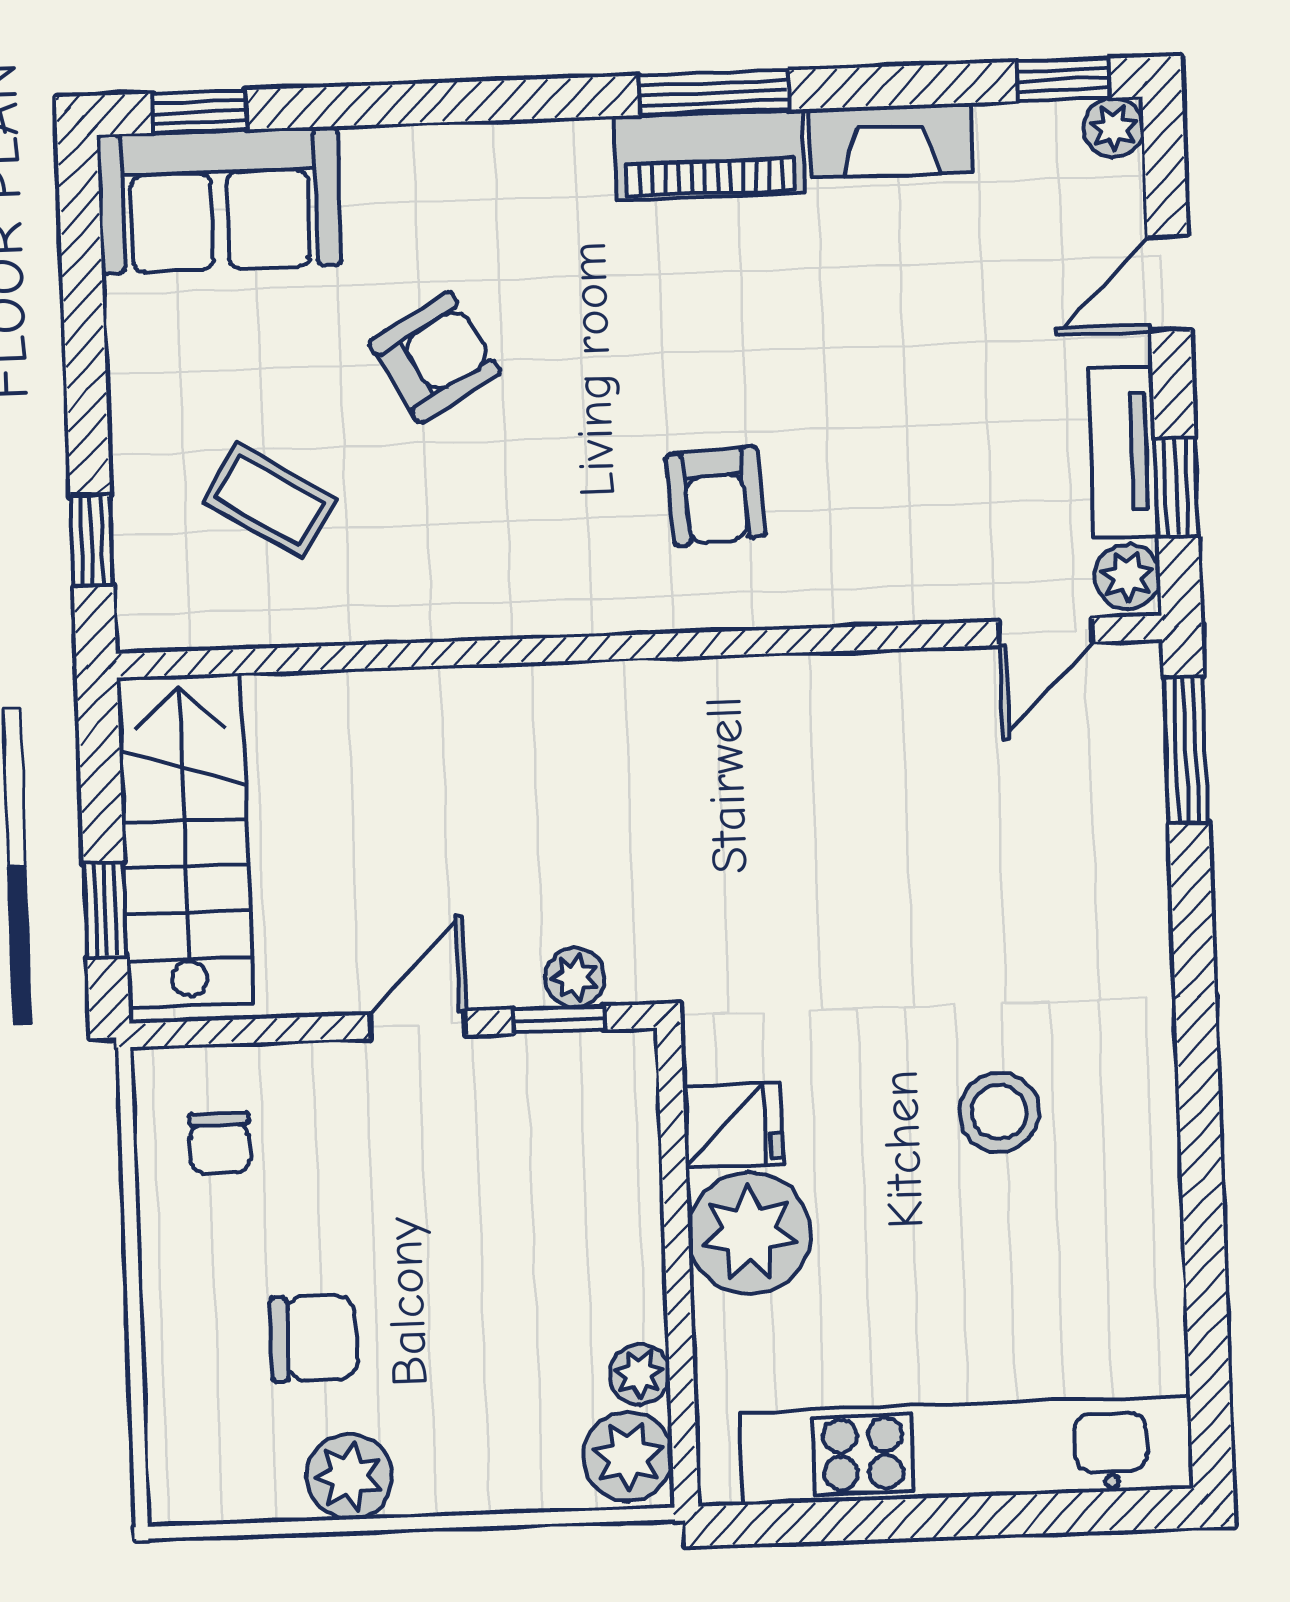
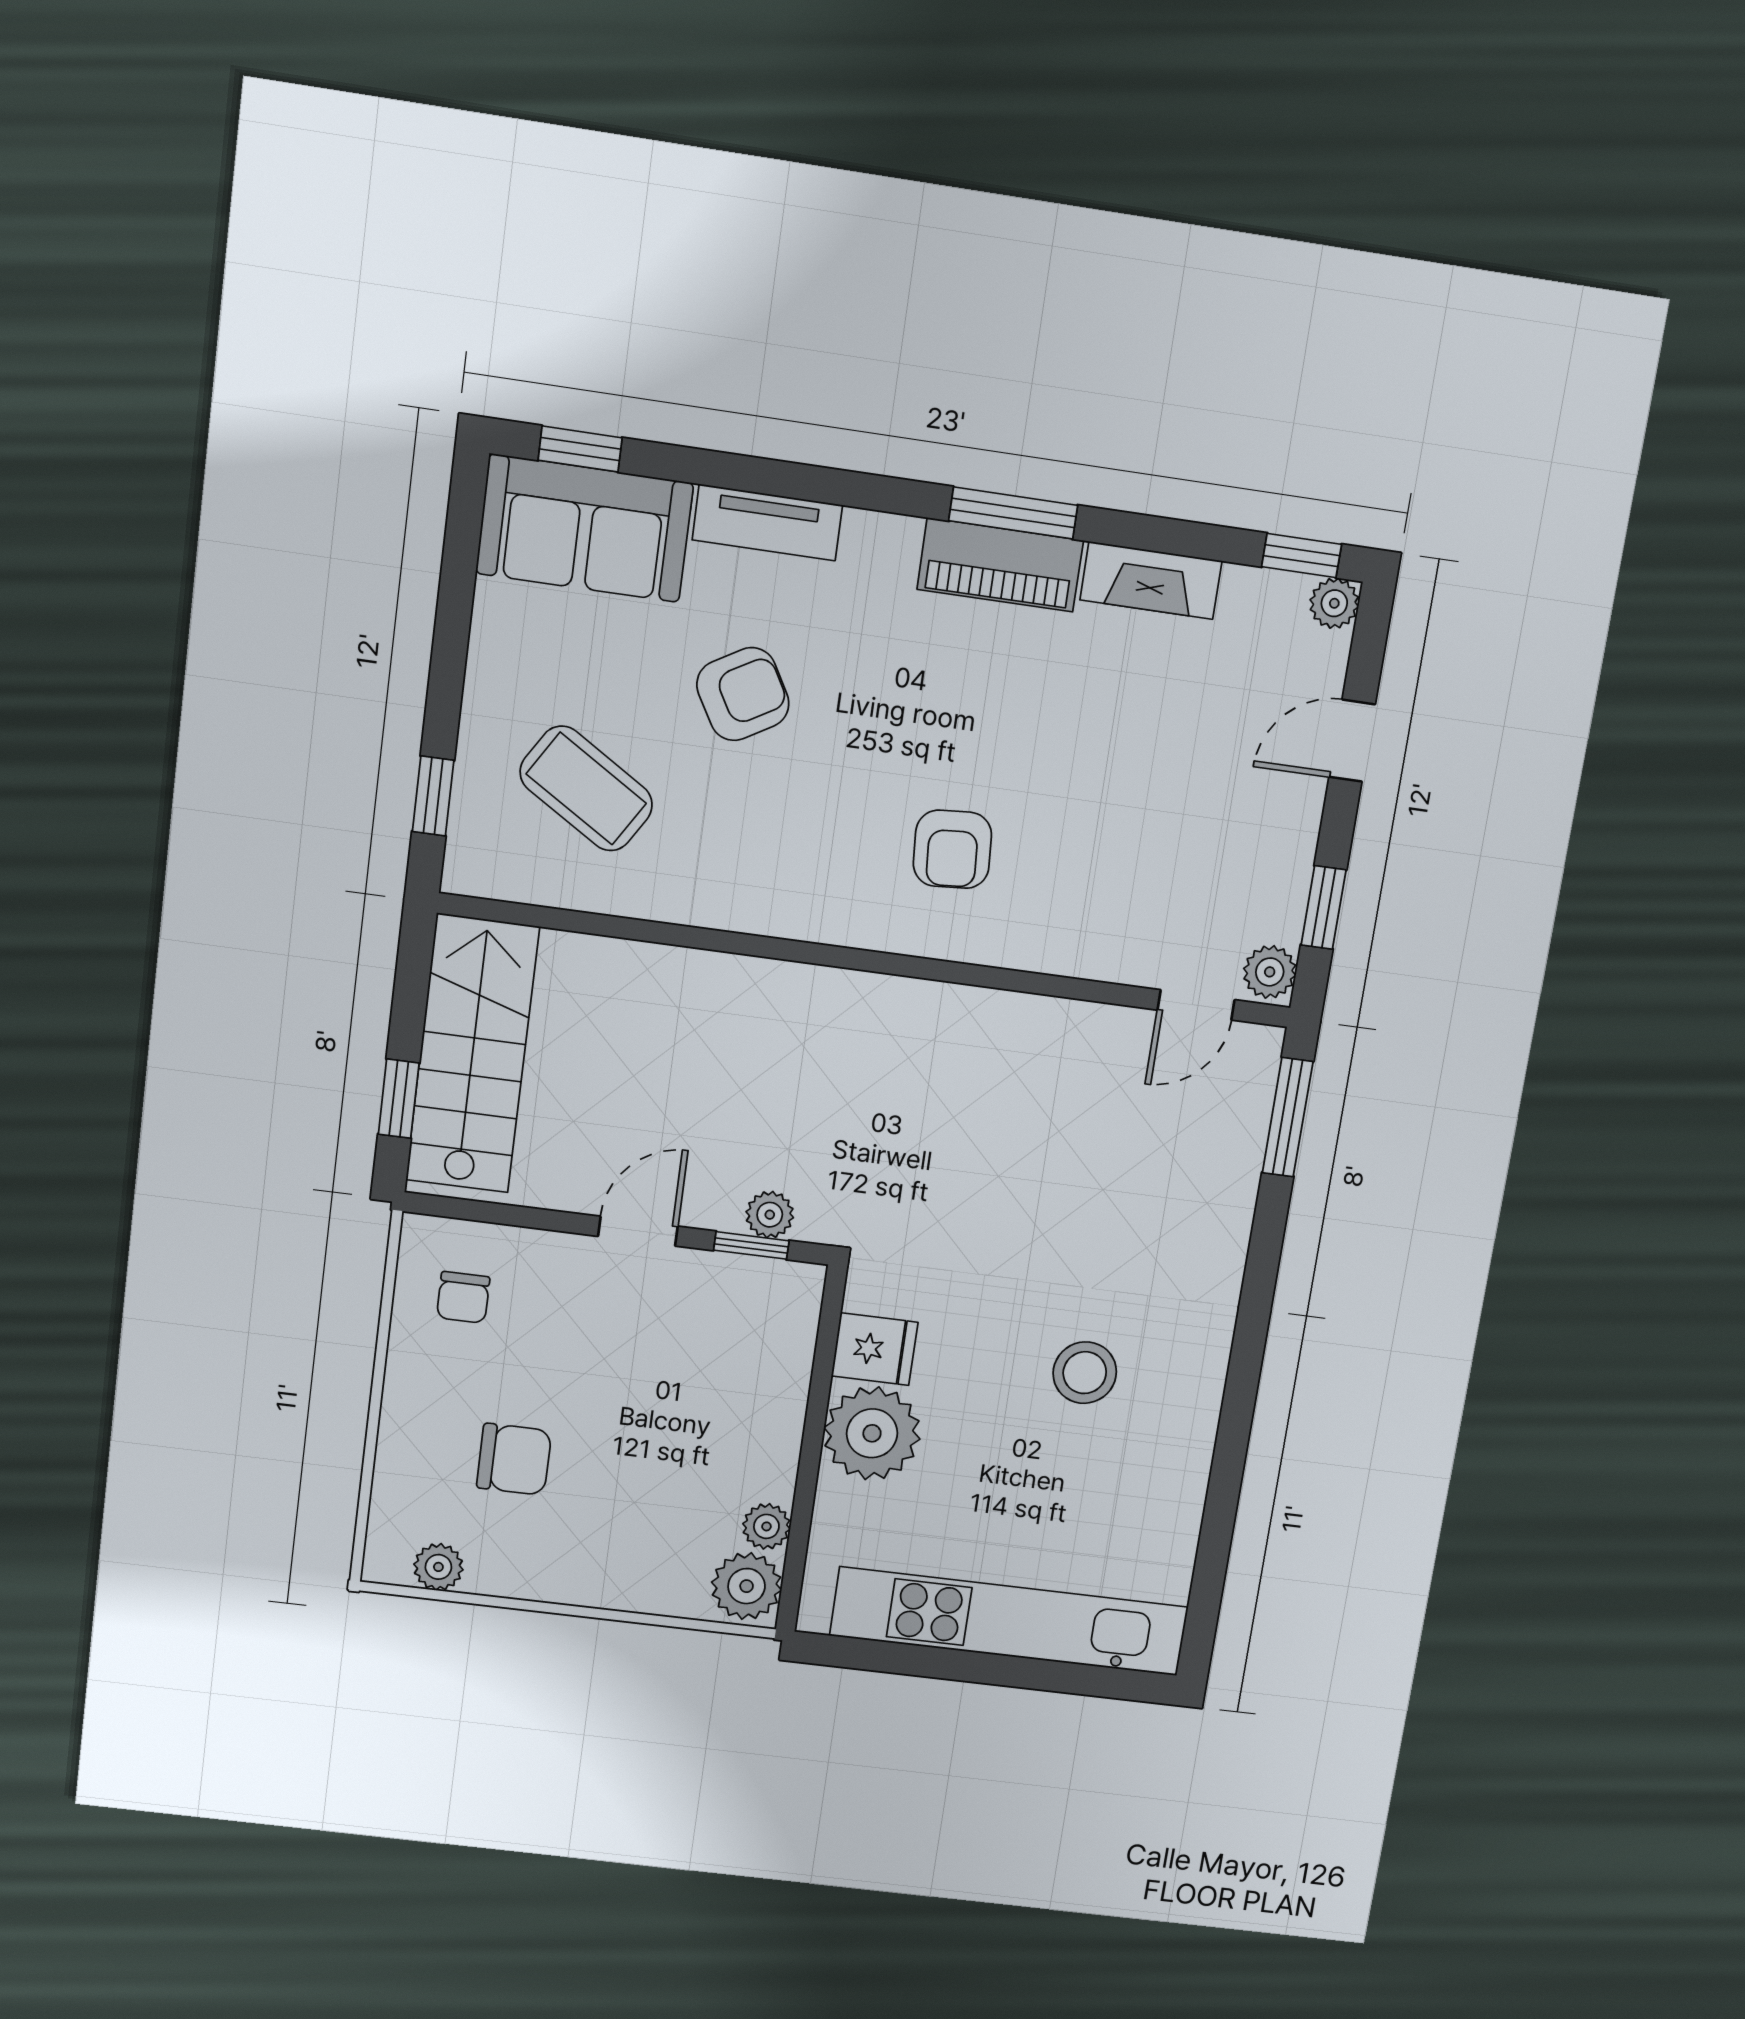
tv unit: (1123, 452) -> (767, 523), moved, turned -90
coffee table: (270, 500) -> (586, 789), width x1.36, depth x1.30
plant: (349, 1477) -> (438, 1567), moved, width x0.73, depth x0.73

